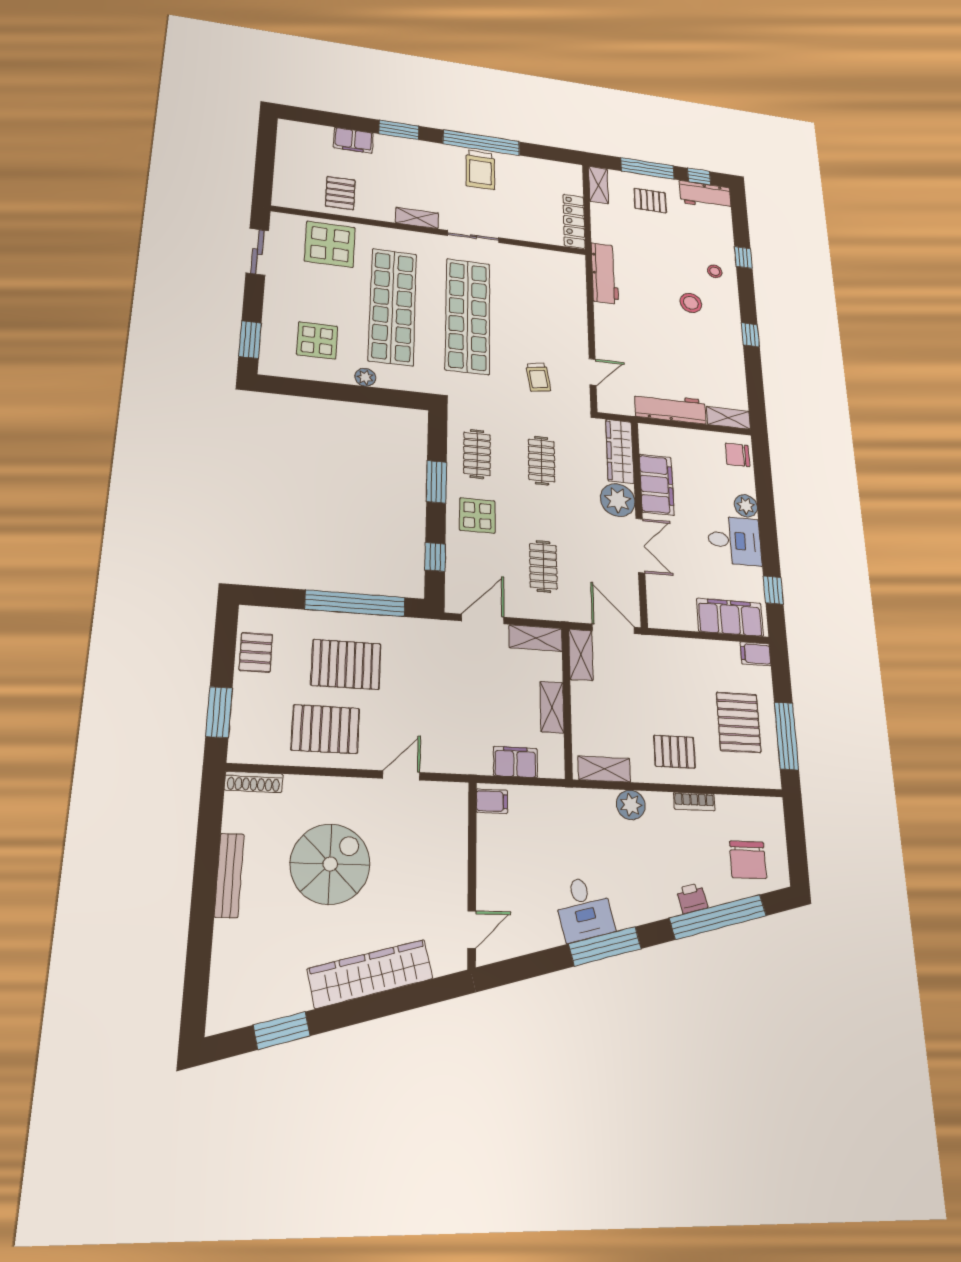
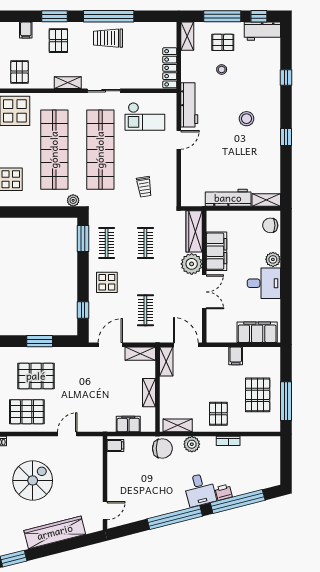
filing cabinet: (353, 140) -> (26, 30), width x0.50
pallet: (404, 161) -> (58, 41), added
trolley: (480, 170) -> (108, 38), turned 90
stool: (715, 271) -> (222, 69), moved
checkout: (538, 280) -> (145, 116), added
door: (593, 372) -> (179, 140), moved
plant: (365, 377) -> (73, 200), moved
window: (437, 482) -> (83, 239), moved
window: (773, 590) -> (286, 313), removed
window: (355, 603) -> (40, 341), width x0.47
filing cabinet: (756, 654) -> (236, 356), moved, turned -90
pallet: (674, 752) -> (218, 414), turned 90
chair: (748, 860) -> (162, 448), moved, turned -90
desk: (584, 908) -> (200, 490), moved
window: (605, 946) -> (175, 517), width x1.46

